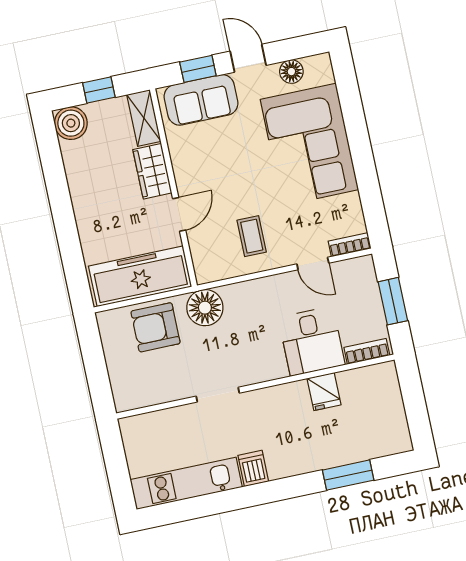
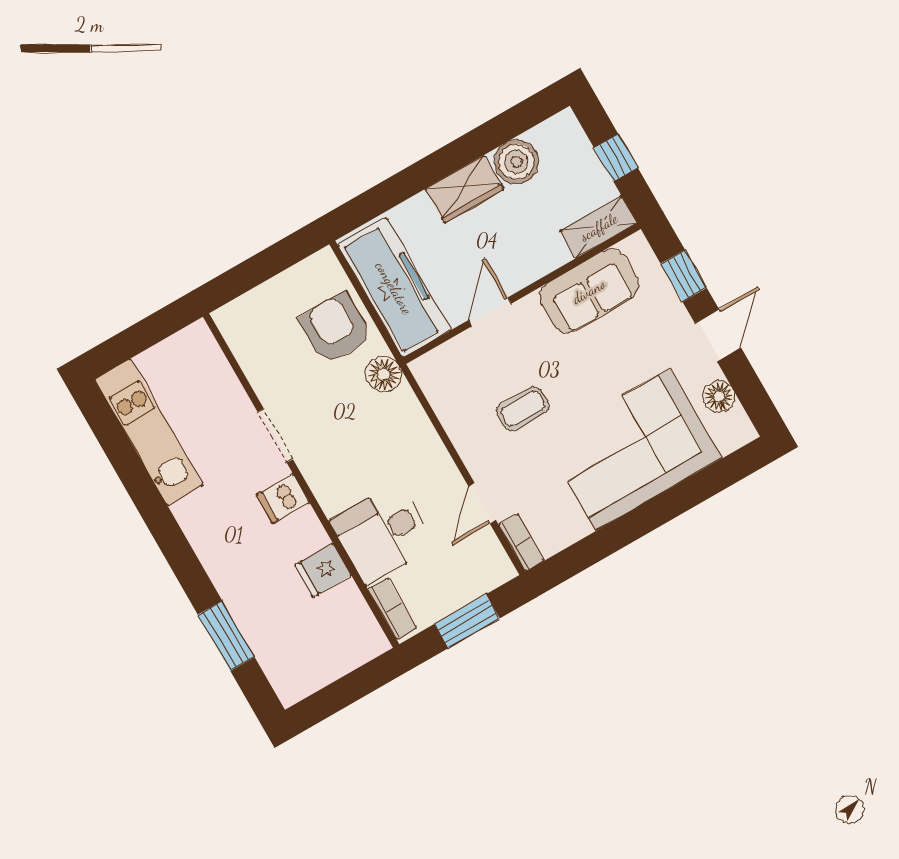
sofa: (201, 100) -> (589, 291), moved, turned -90
boiler: (71, 123) -> (516, 162), moved
wardrobe: (152, 171) -> (464, 189), moved, turned 180
door: (179, 214) -> (490, 312), swing flipped
coffee table: (252, 236) -> (523, 409), moved
floor lamp: (205, 308) -> (384, 374), width x0.73, depth x0.73
dishwasher: (253, 468) -> (283, 499), moved, turned 180

